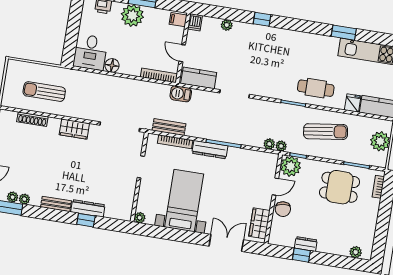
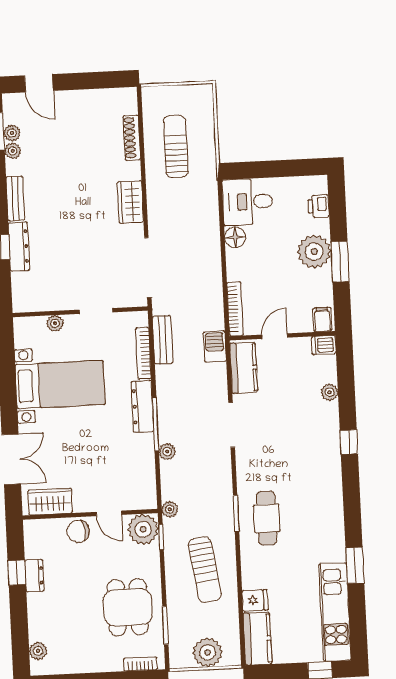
cafe table: (316, 88) -> (267, 518), moved
plant: (269, 144) -> (167, 452), moved
plant: (140, 218) -> (55, 323), moved

